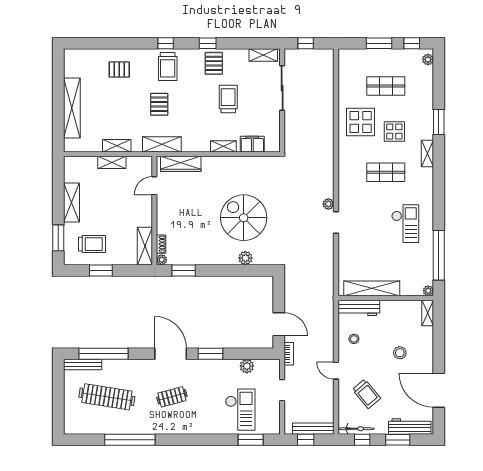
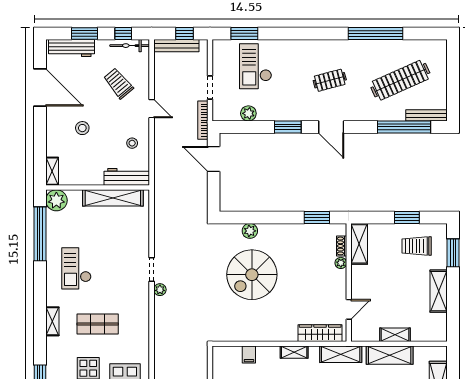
filing cabinet: (252, 144) -> (249, 355), width x0.50
shelving: (117, 146) -> (390, 355), width x1.50, depth x1.33
shelving: (223, 146) -> (294, 352), moved
shelving: (427, 154) -> (52, 321), moved
spiral stairs: (244, 218) -> (252, 275), turned 90
plant: (162, 260) -> (341, 263), moved
plant: (428, 291) -> (56, 200), width x1.88, depth x1.88
door: (171, 354) -> (331, 127), width x0.73
bookcase: (289, 354) -> (203, 120), width x1.56
clothes rail: (107, 397) -> (400, 80), turned -33

